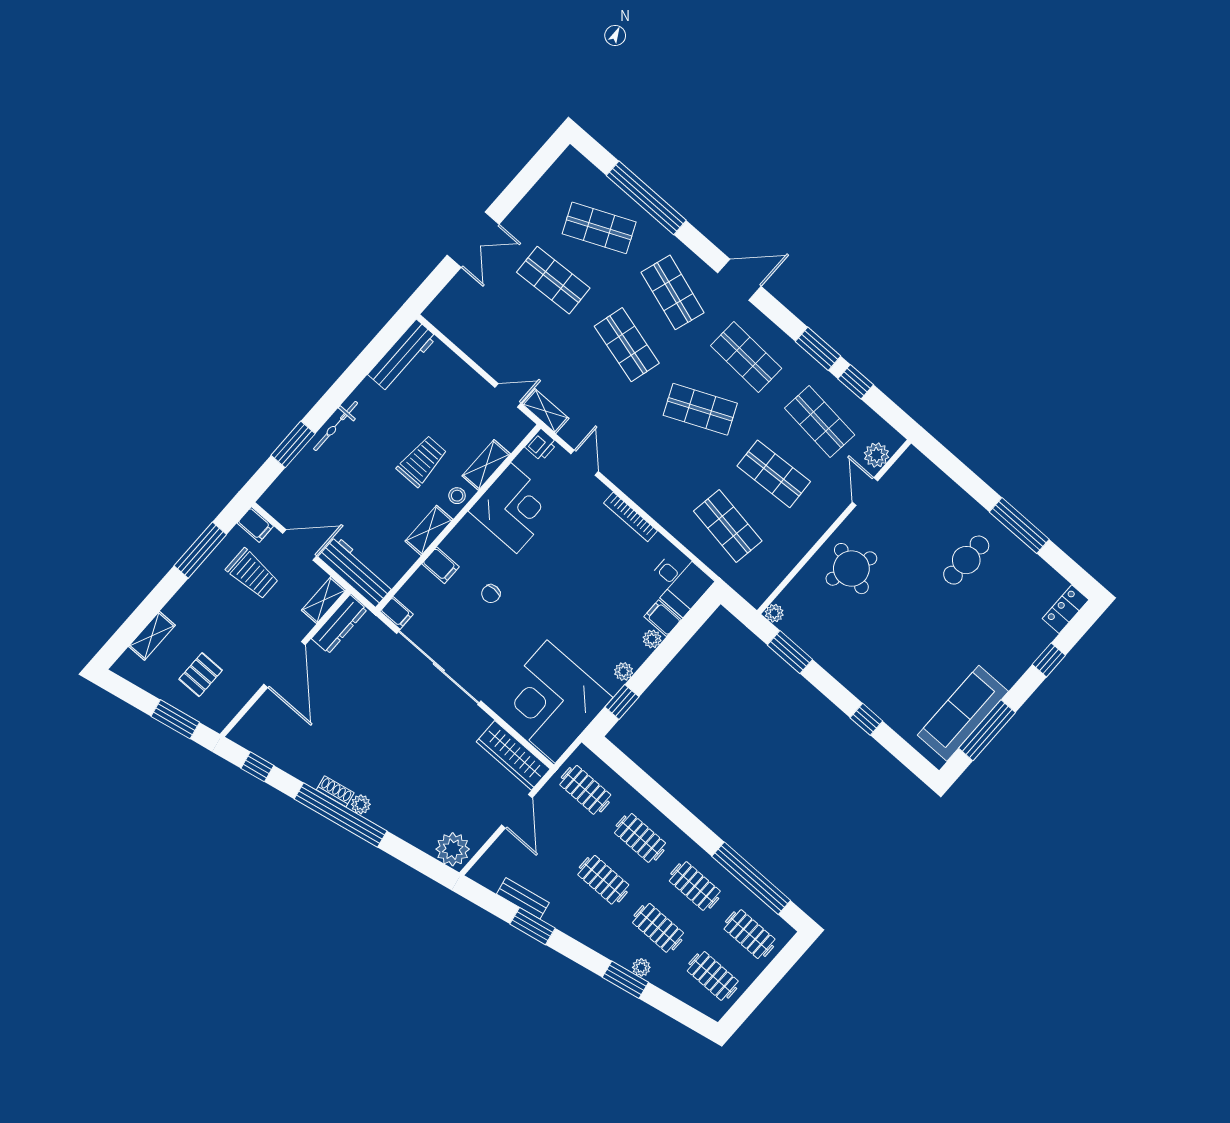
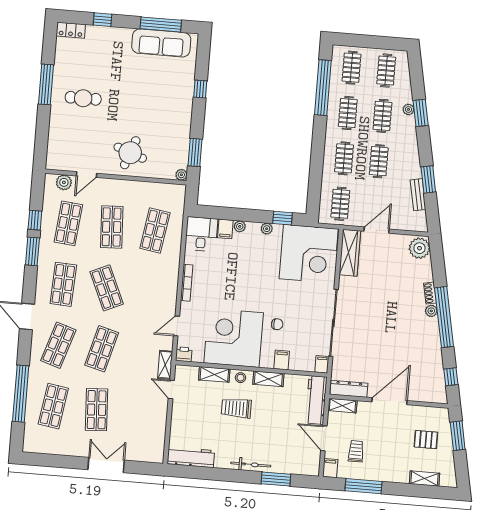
shop shelf: (599, 228) -> (53, 406), turned 33
corner desk: (514, 508) -> (234, 338), width x1.36, depth x1.36
trolley: (252, 574) -> (356, 451), width x0.73, depth x0.72
shoe rack: (335, 791) -> (430, 293), moved

